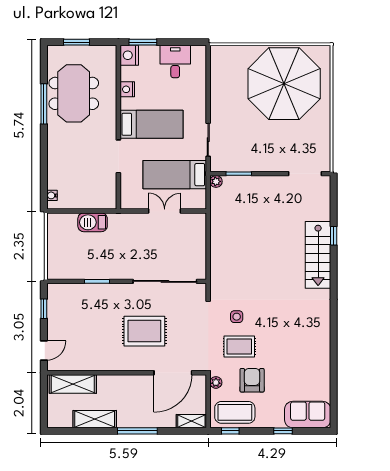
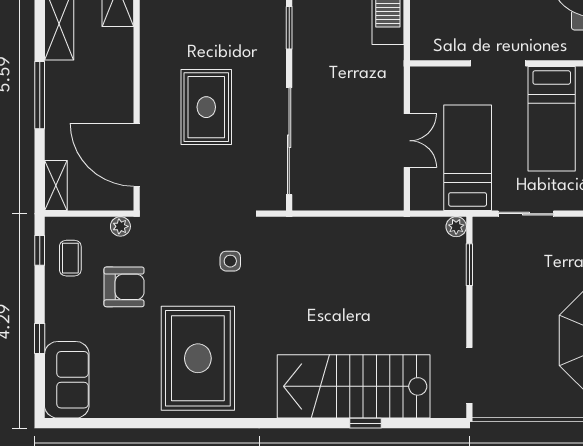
stairs: (318, 255) -> (354, 386), width x1.36, depth x1.51
rug: (239, 346) -> (198, 358), moved, width x1.86, depth x2.06
coffee table: (235, 412) -> (70, 258), width x0.54, depth x0.58

